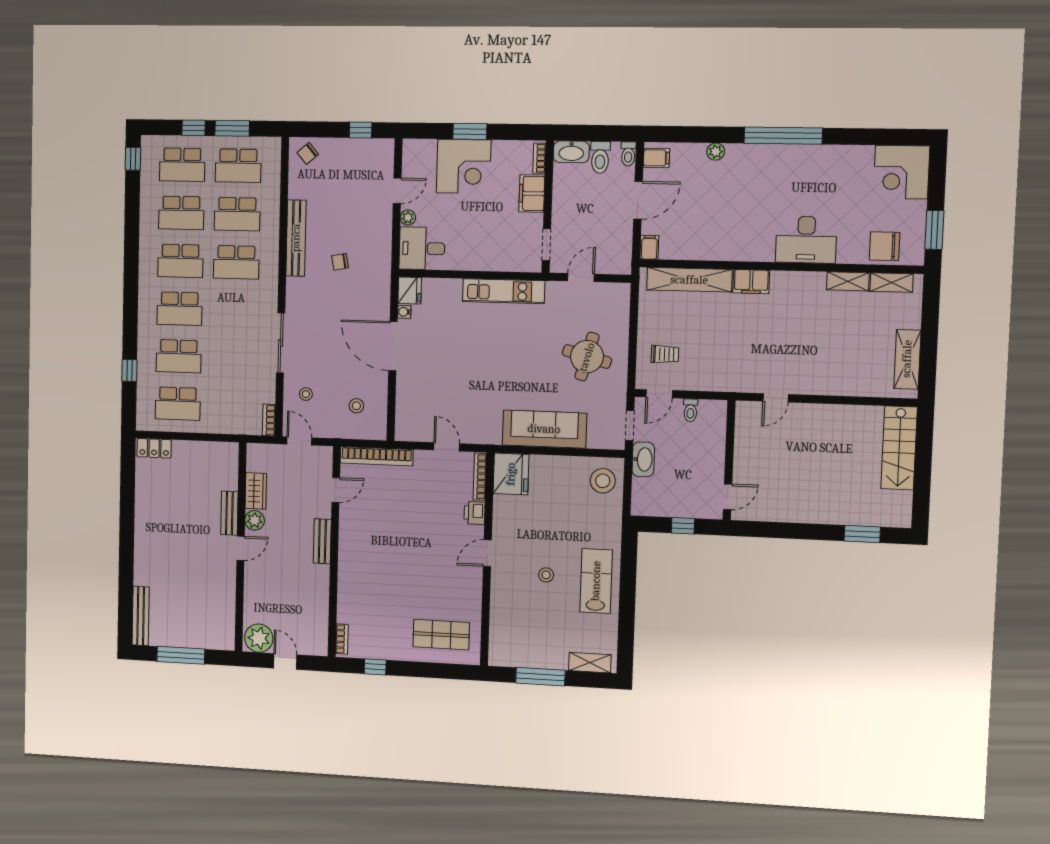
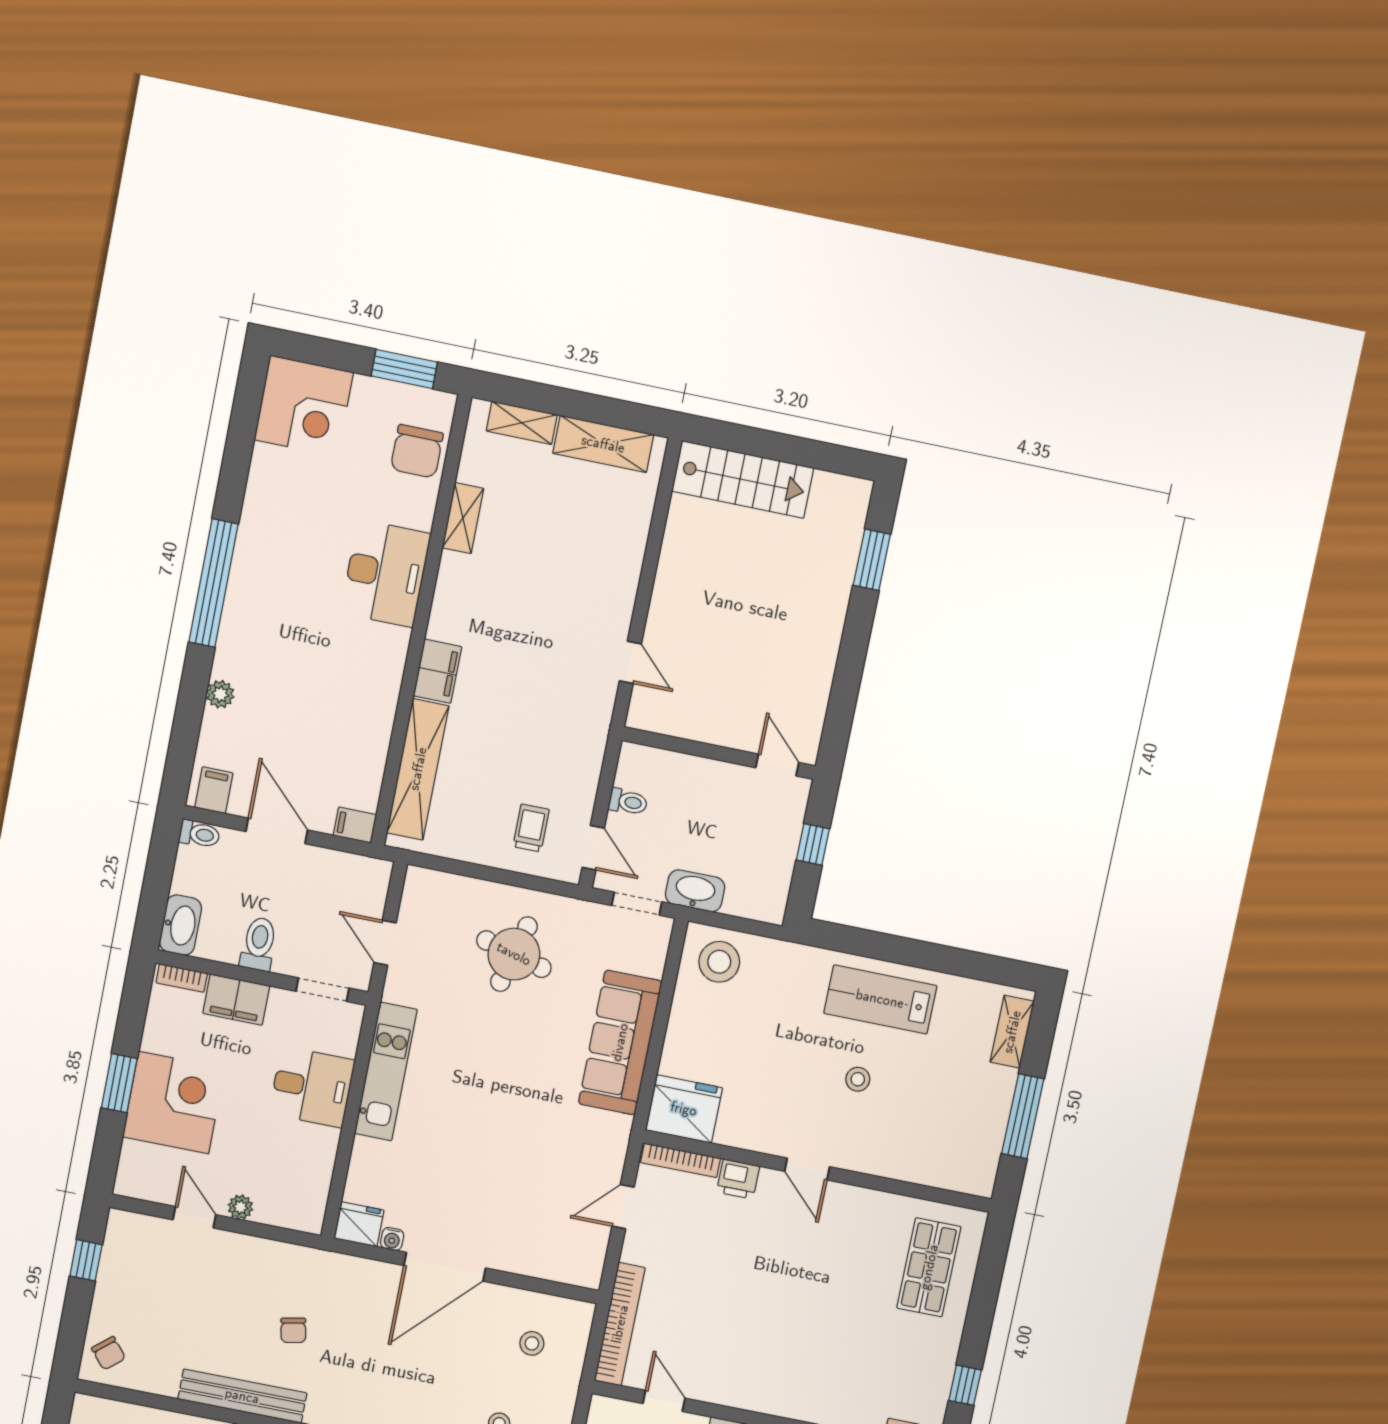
toilet: (600, 157) -> (259, 944), moved, turned -90
desk: (422, 248) -> (312, 1087), moved, turned -90
shelving: (892, 282) -> (522, 423), moved, turned 90

